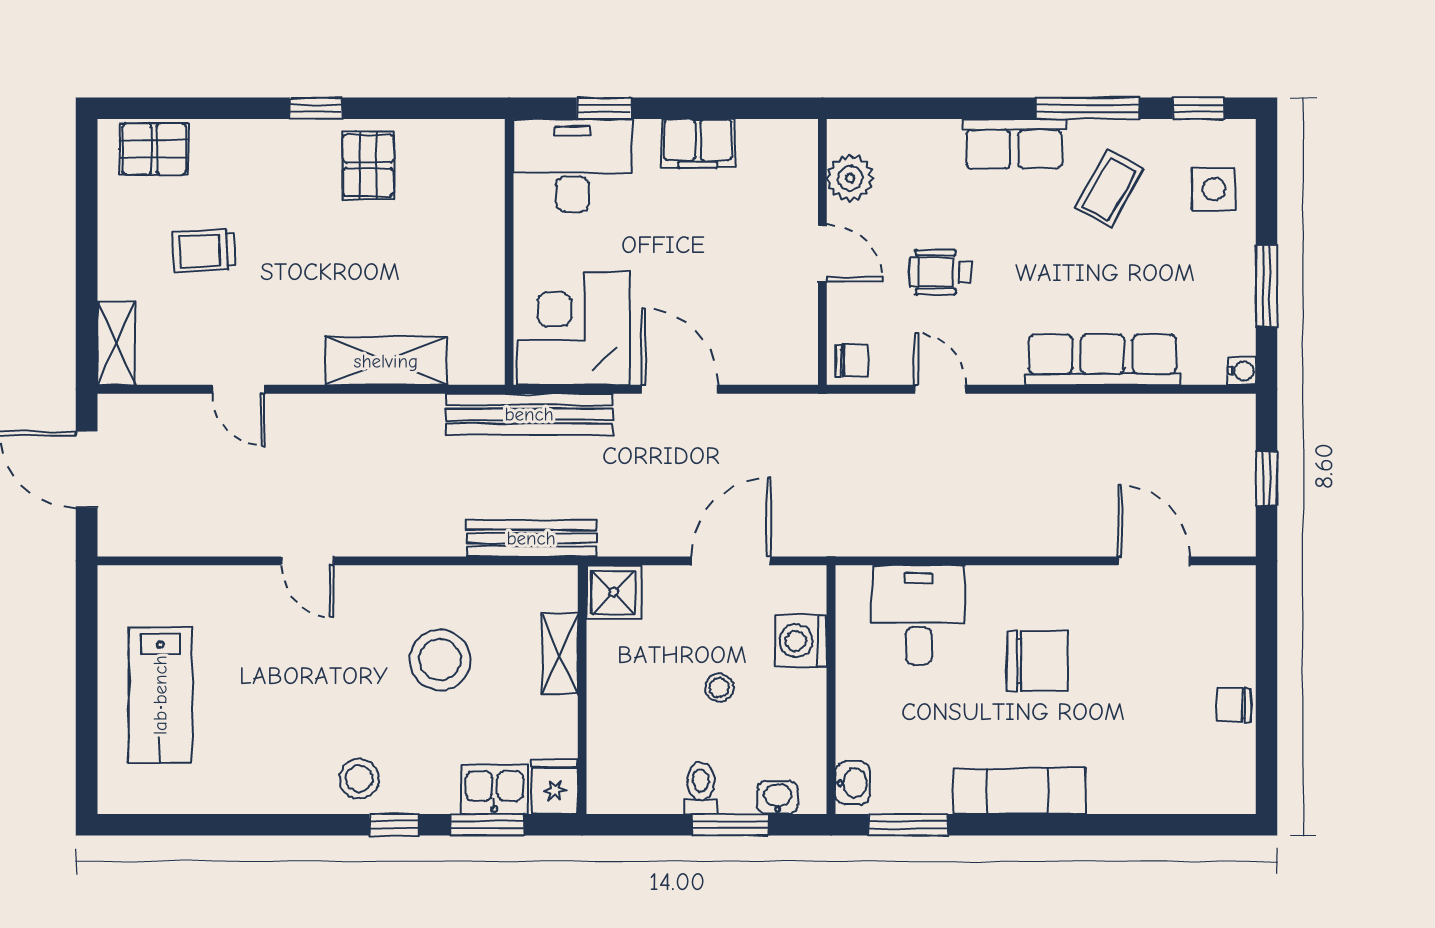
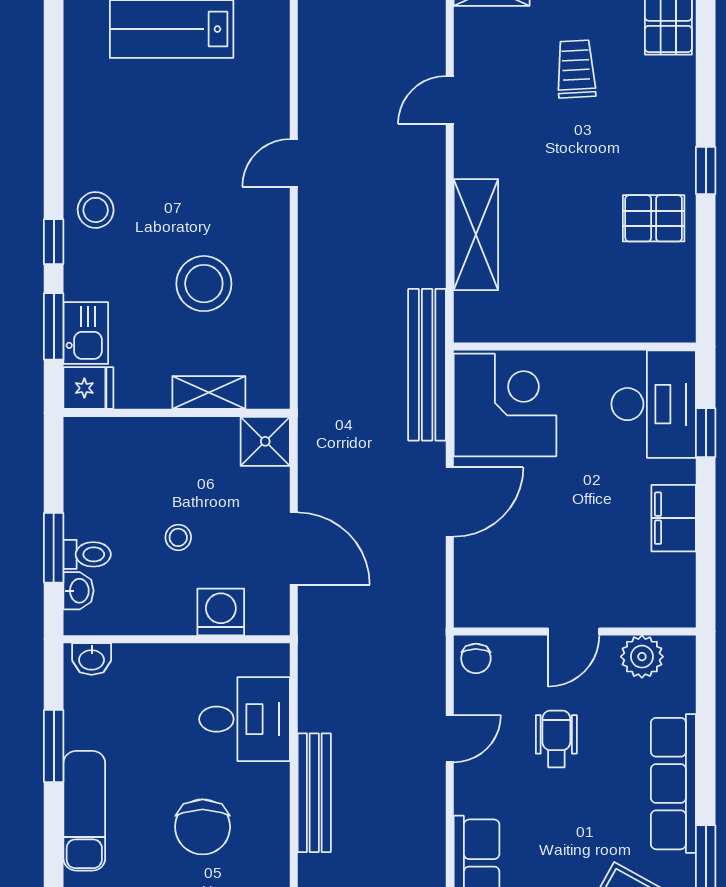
row of seats: (1014, 144) -> (673, 784), width x1.48
bench: (531, 538) -> (314, 793), moved
toilet: (701, 788) -> (87, 554), moved
window: (908, 825) -> (54, 746), moved

